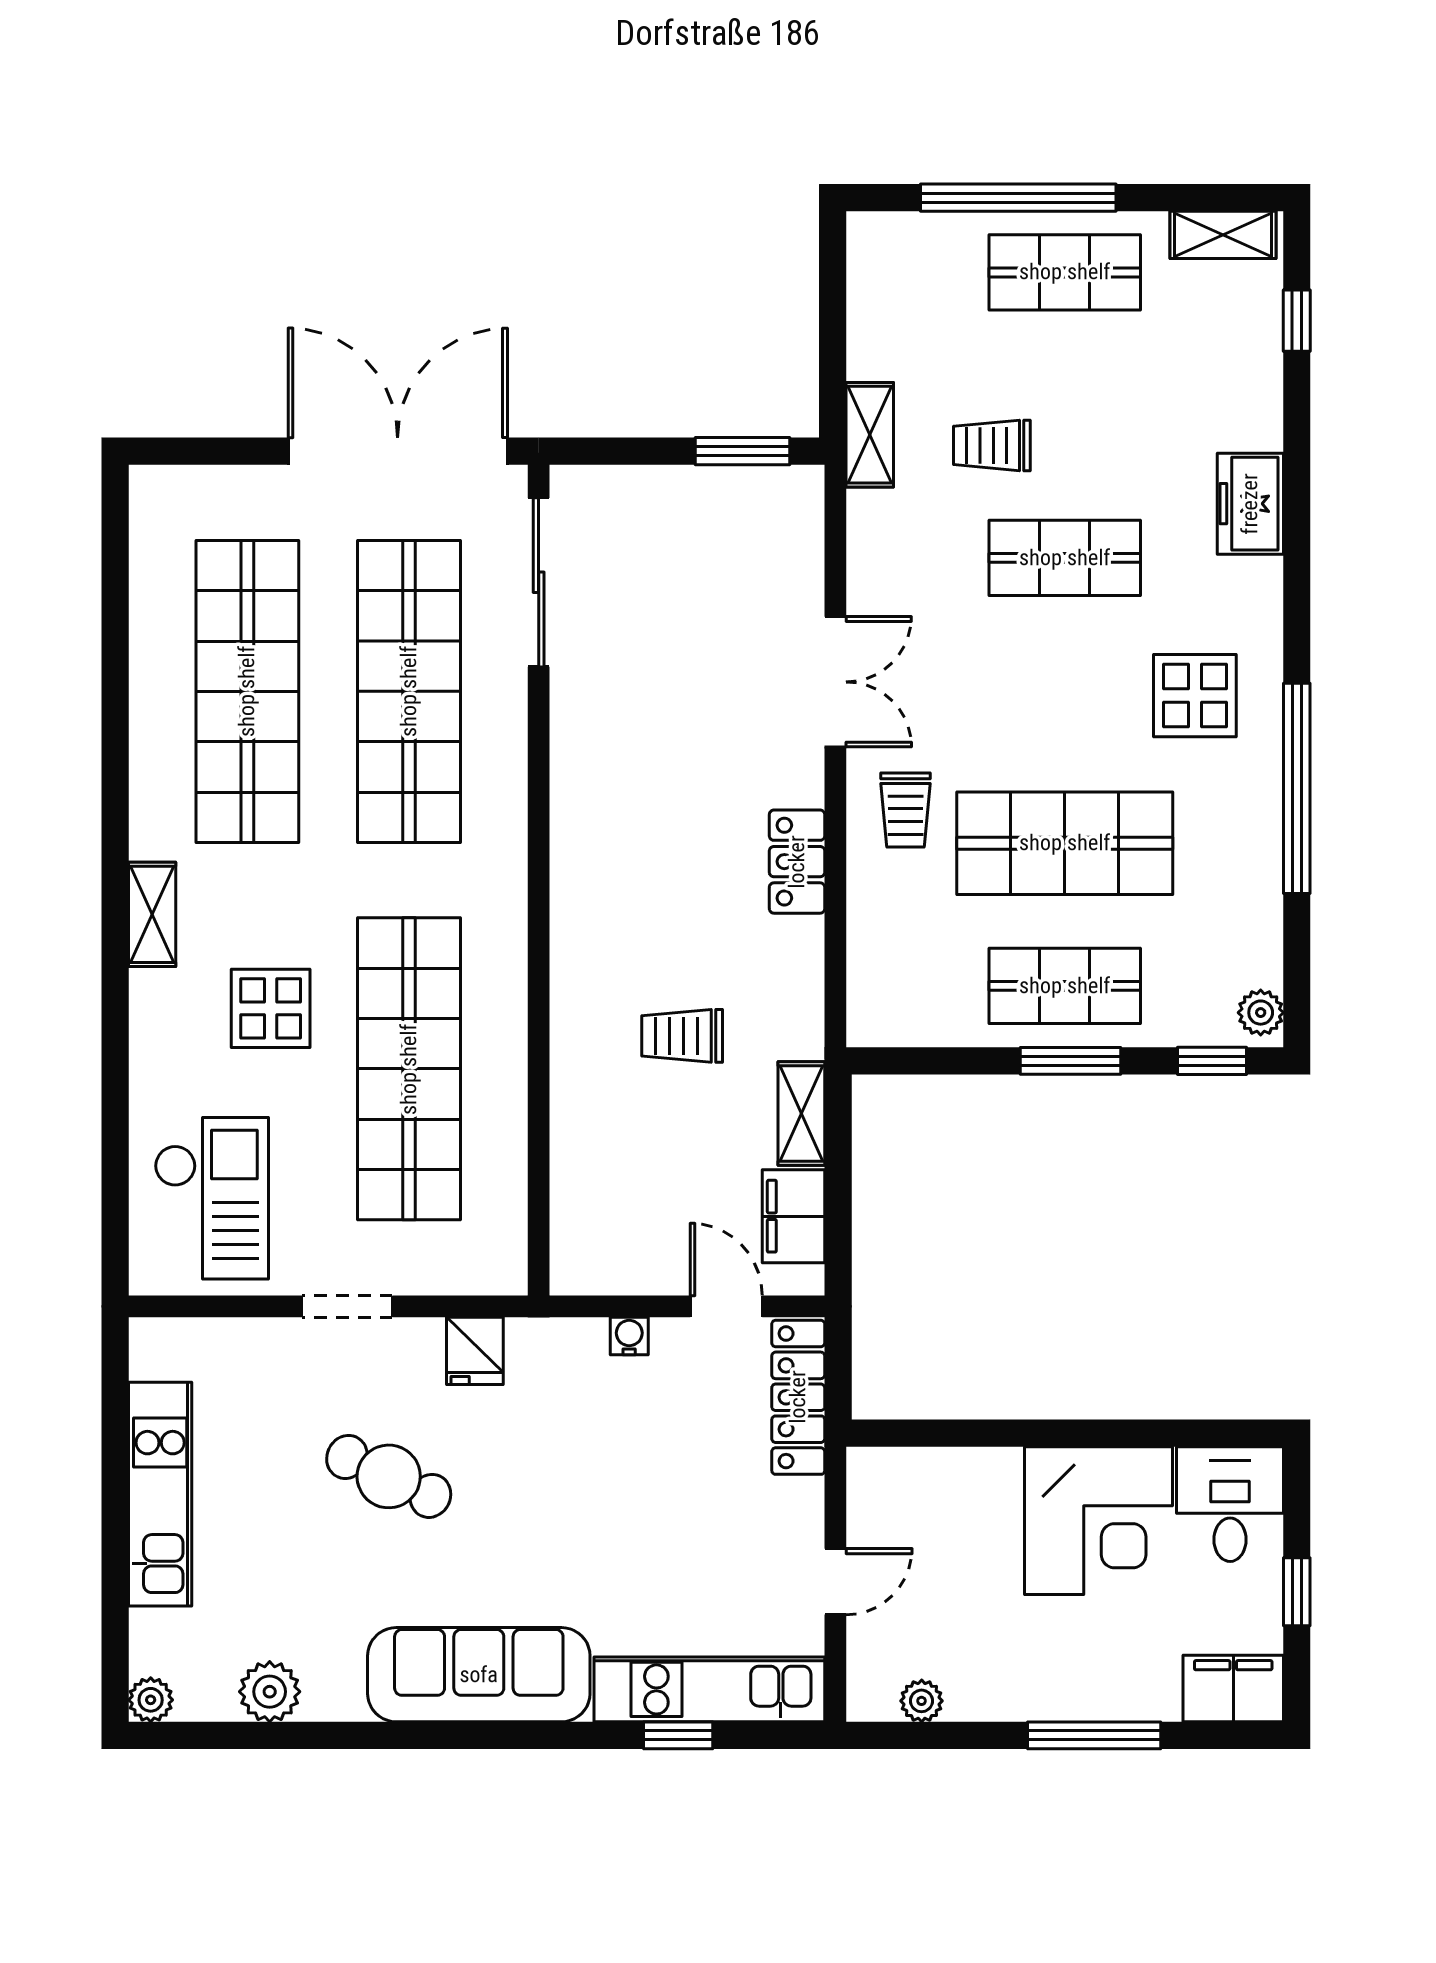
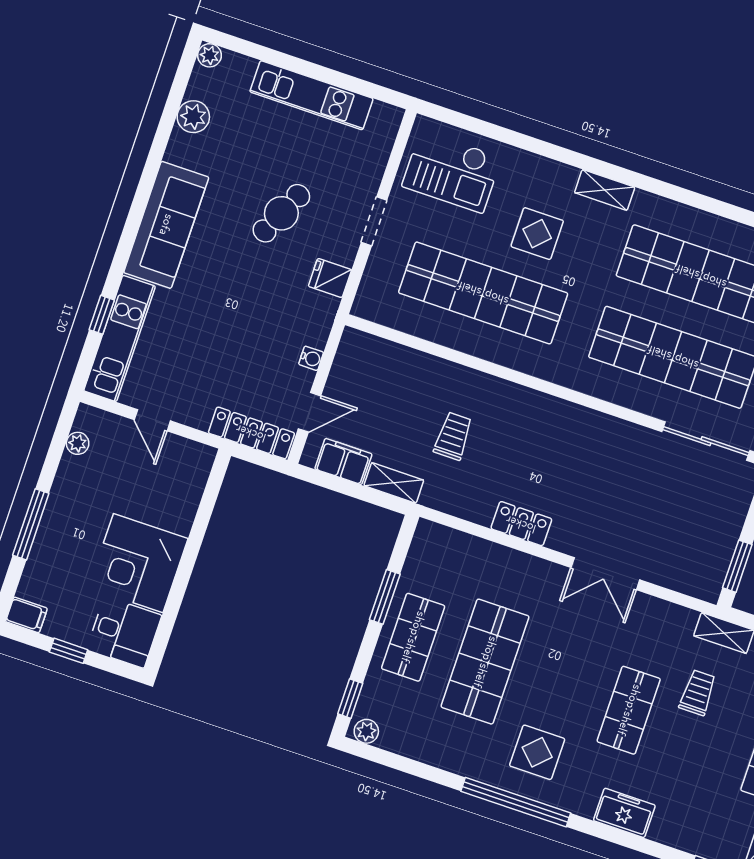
window: (1297, 788) -> (516, 802), moved
trolley: (906, 810) -> (529, 587), removed
window: (1070, 1061) -> (385, 597), moved
filing cabinet: (1233, 1689) -> (26, 615), width x0.50

